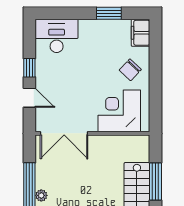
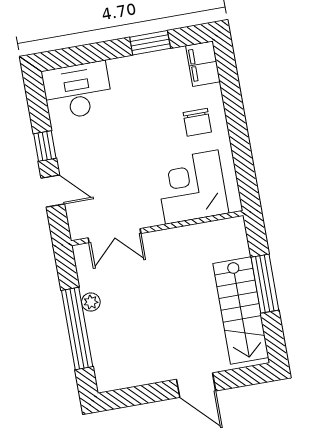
chair: (130, 70) -> (197, 122), turned -43
double door: (64, 133) -> (114, 236), width x0.73
plant: (41, 195) -> (91, 302), moved

